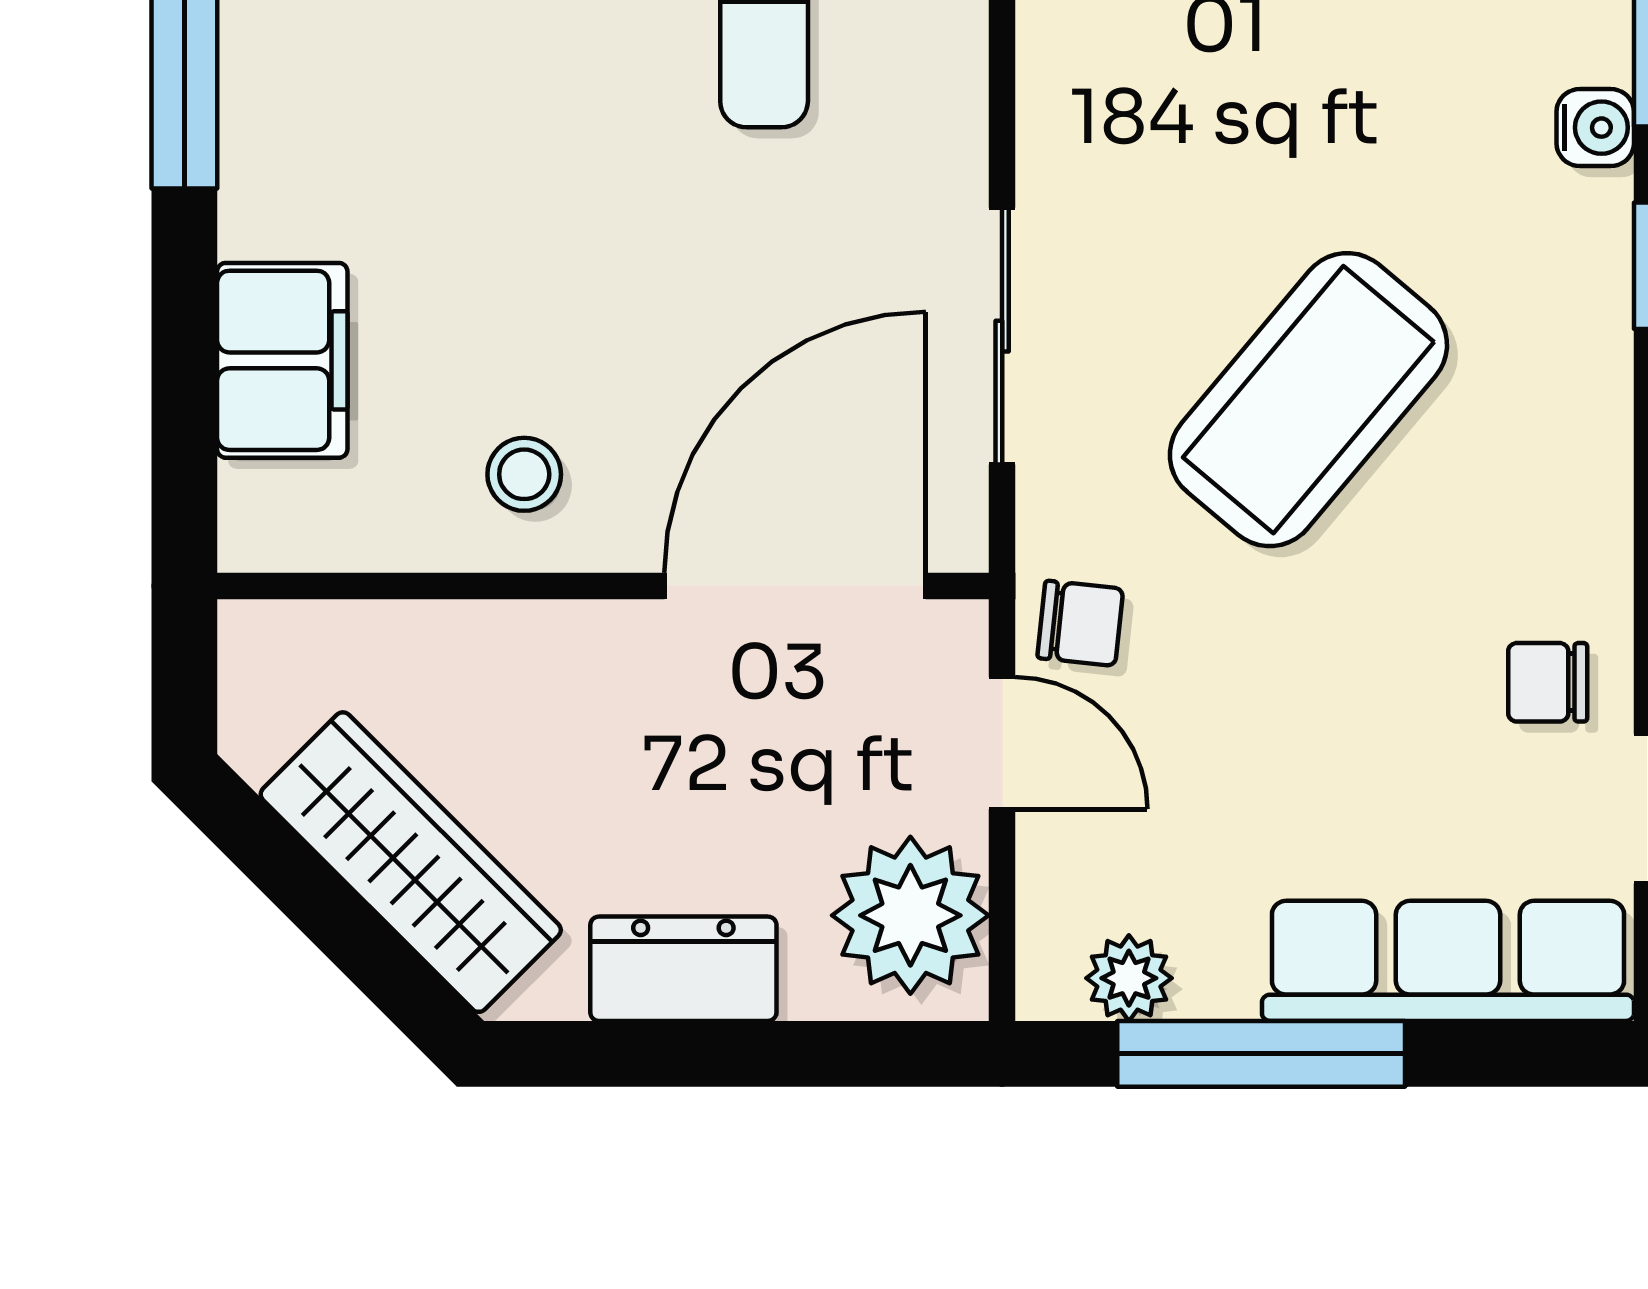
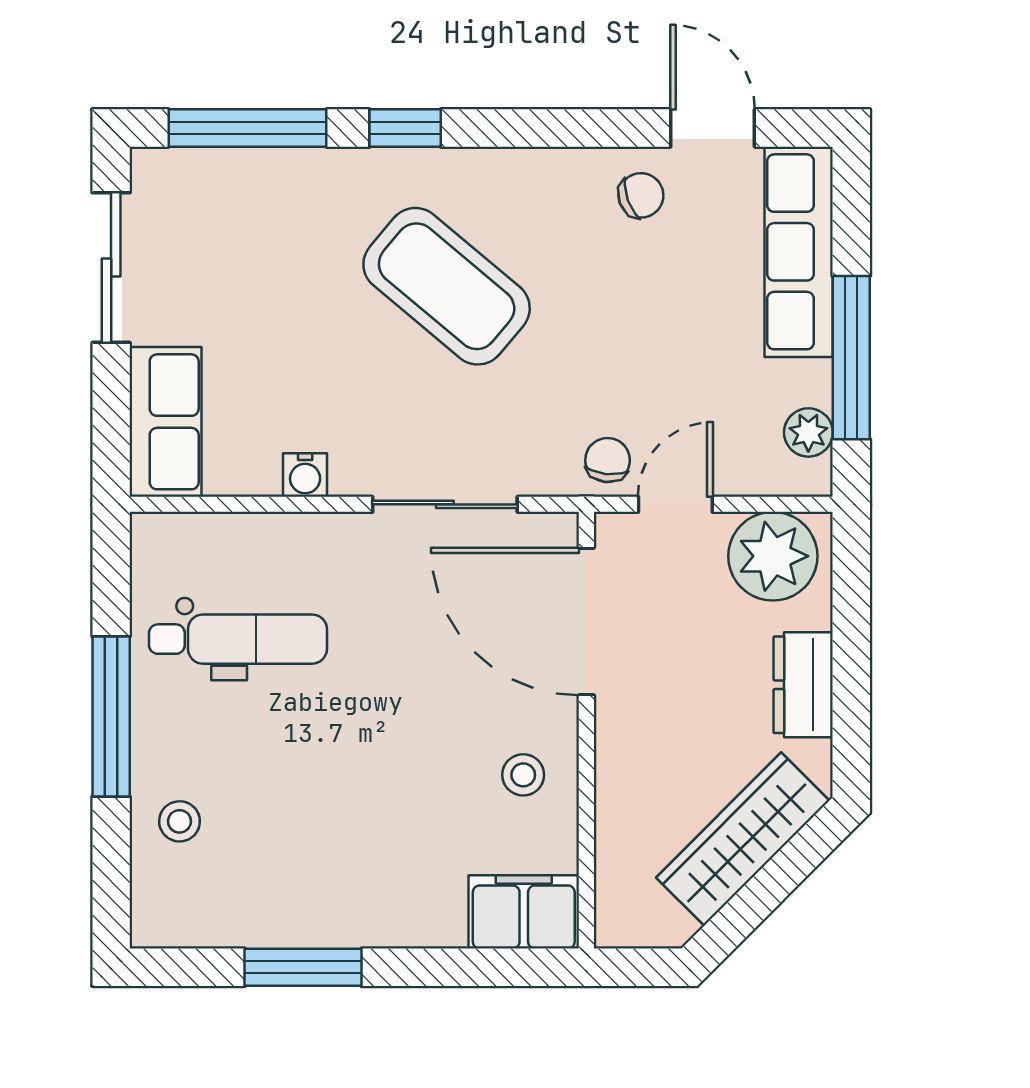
water cooler: (1595, 128) -> (305, 475), moved, turned 180
filing cabinet: (282, 360) -> (524, 912), moved
coffee table: (1308, 400) -> (447, 286), moved
chair: (1548, 682) -> (641, 195), turned -110

